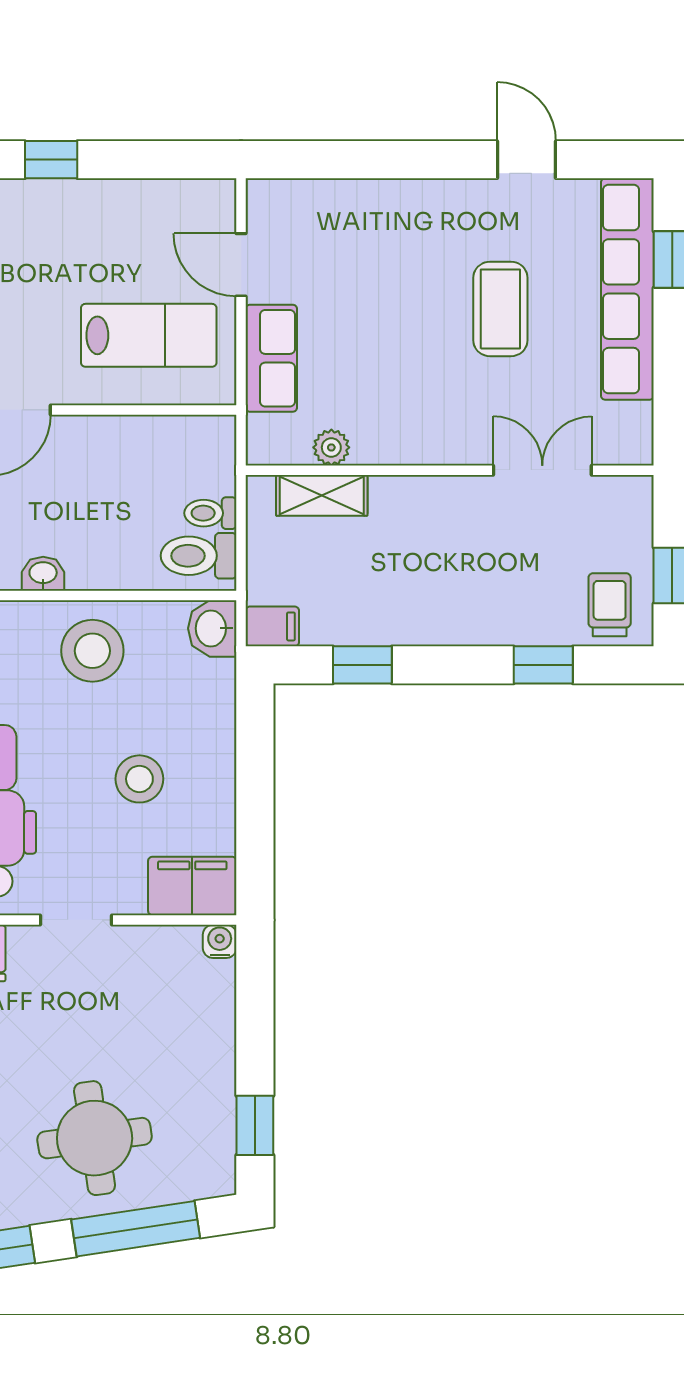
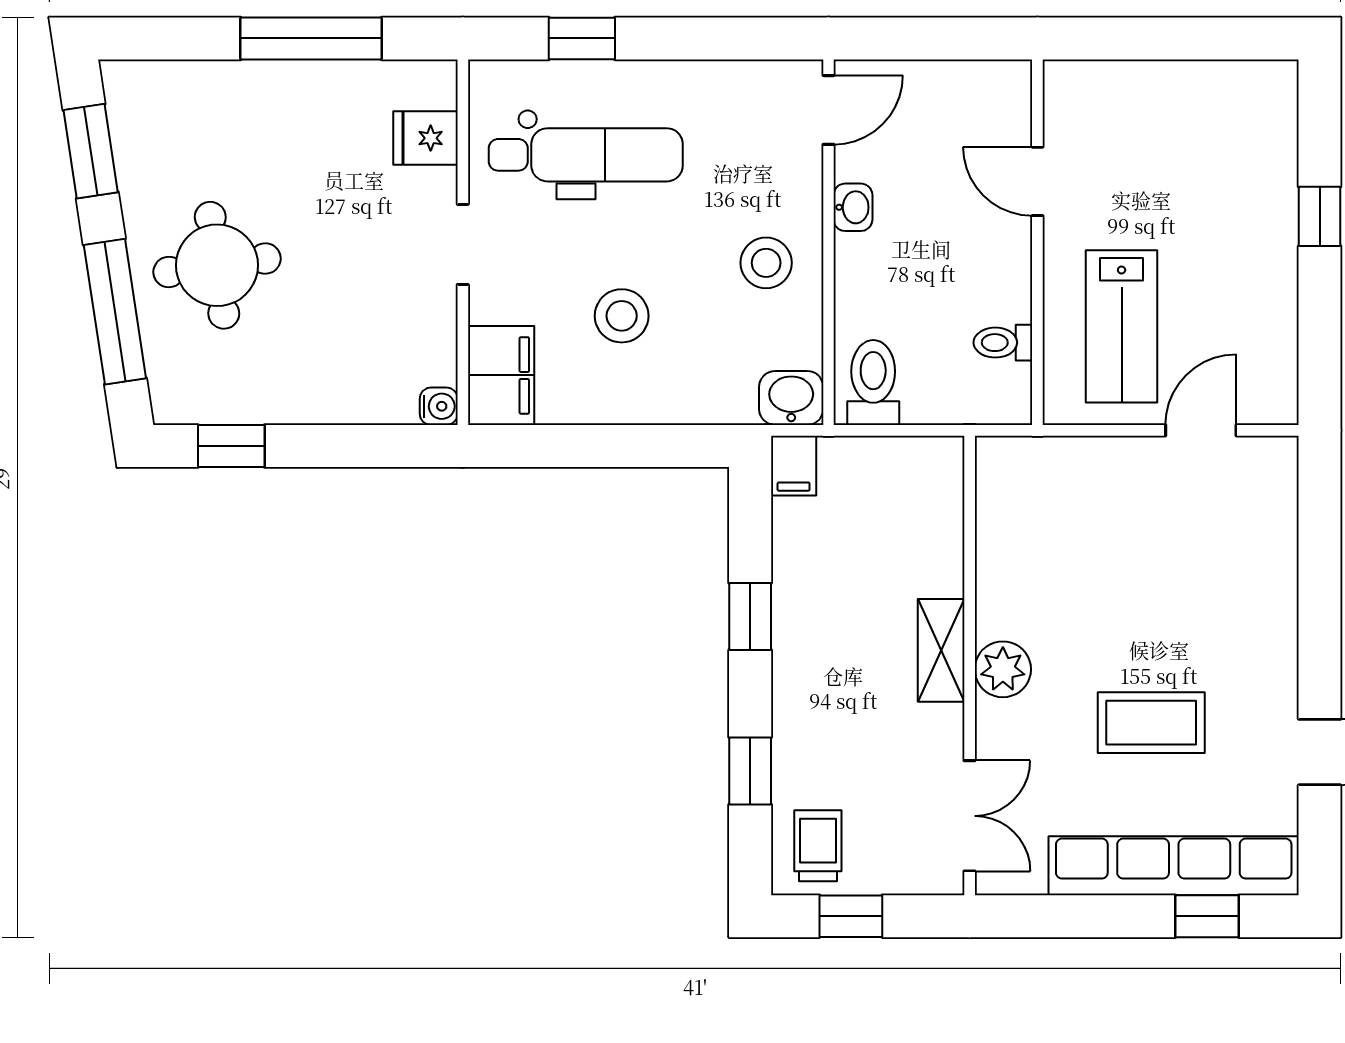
row of seats: (271, 358) -> (1096, 464), removed
plant: (331, 447) -> (1003, 669), moved, width x1.38, depth x1.38
double door: (542, 470) -> (970, 816), moved
shelving: (322, 495) -> (941, 650), moved
toilet: (210, 513) -> (1003, 343), moved, turned -90
trolley: (610, 605) -> (818, 846), turned -90
stool: (92, 651) -> (766, 263), width x0.73, depth x0.73
window: (362, 665) -> (750, 617), moved

